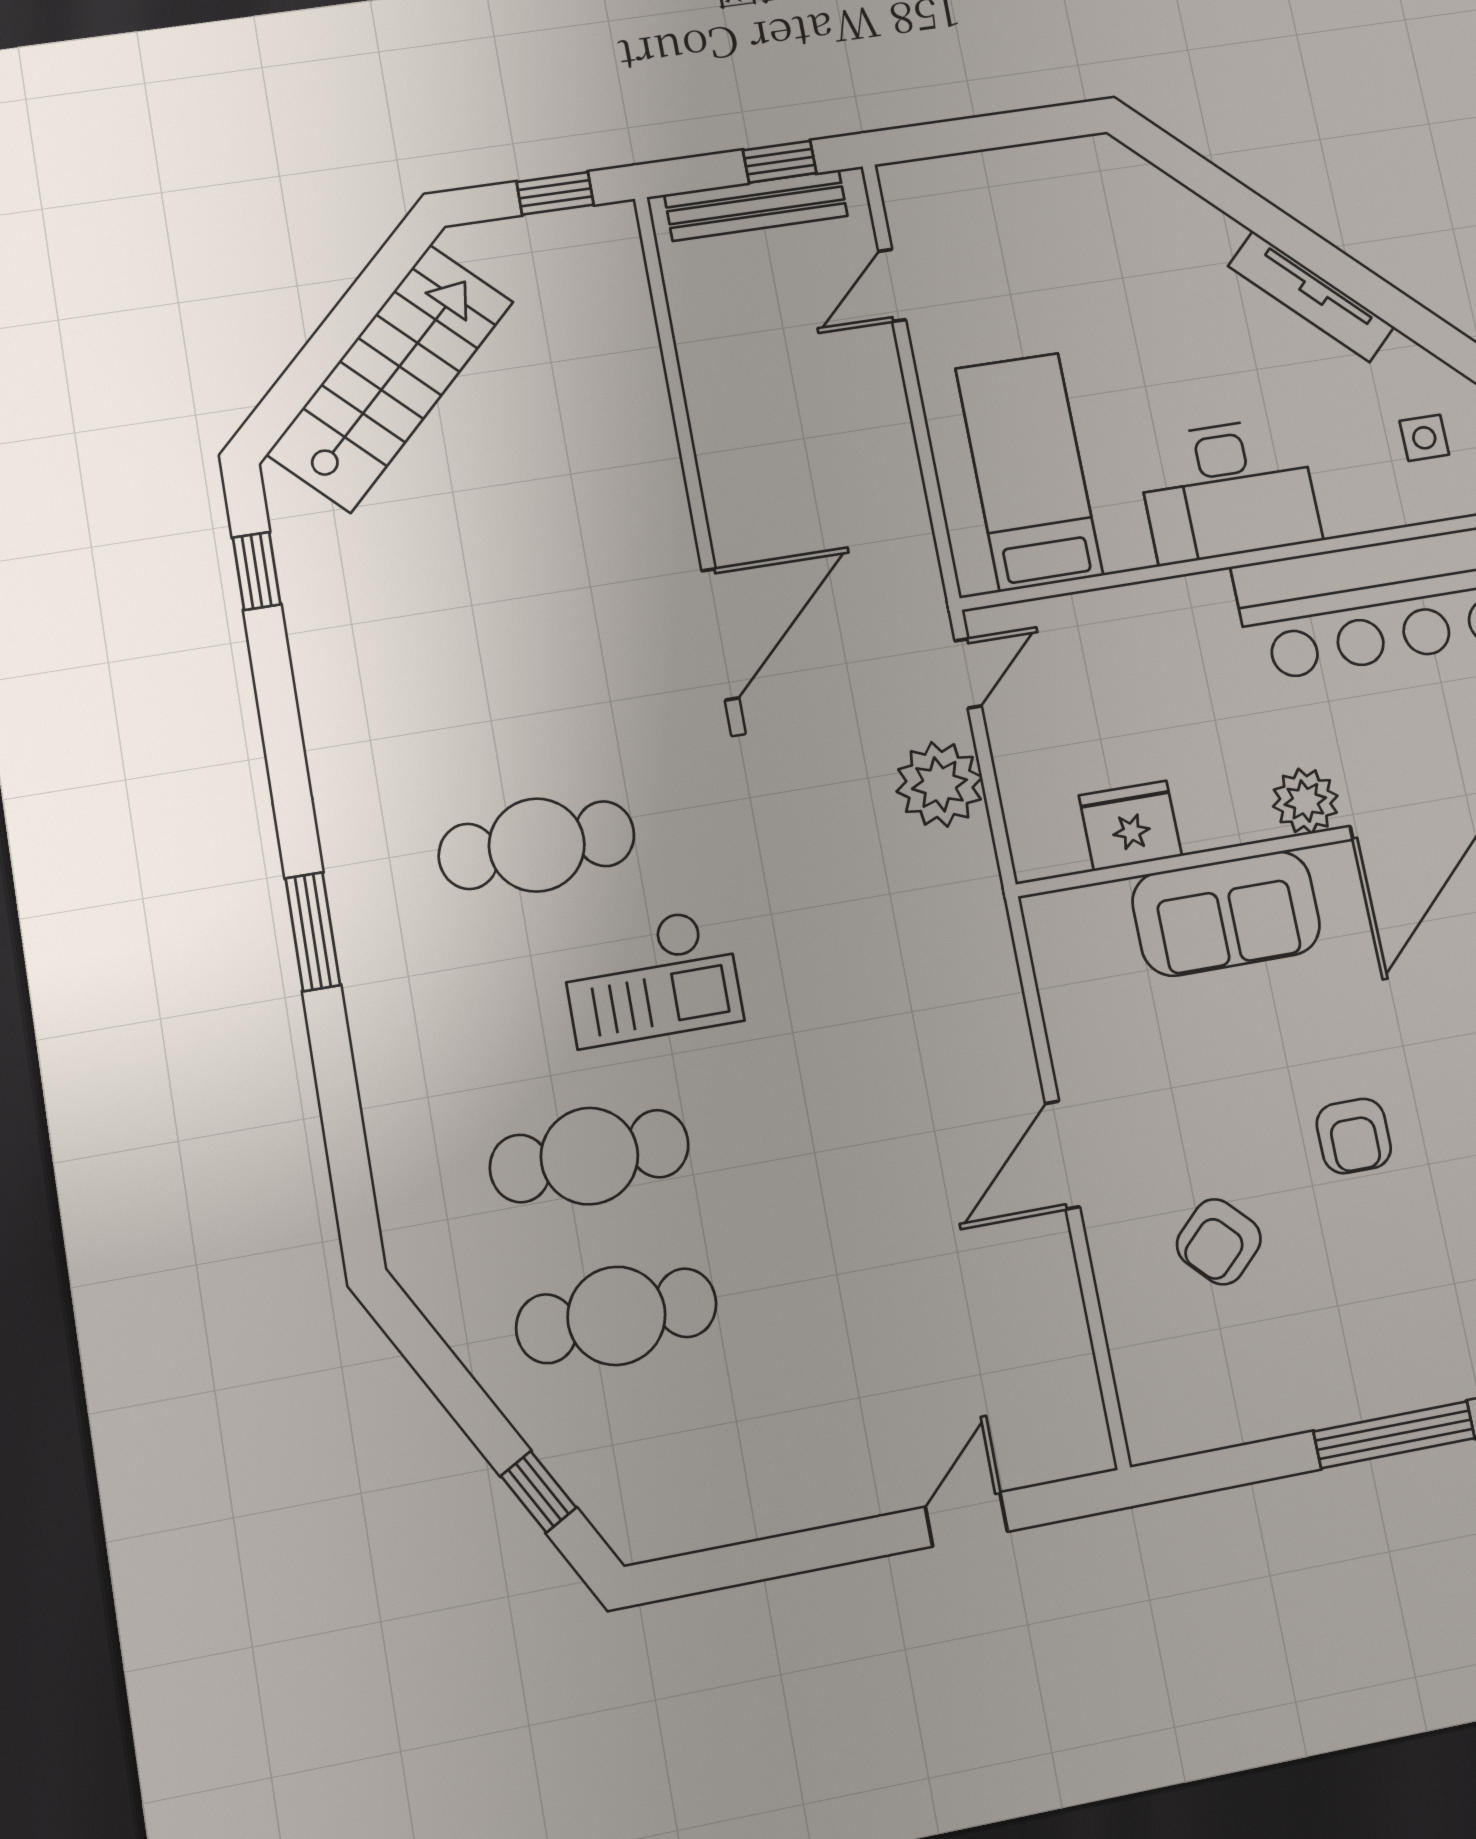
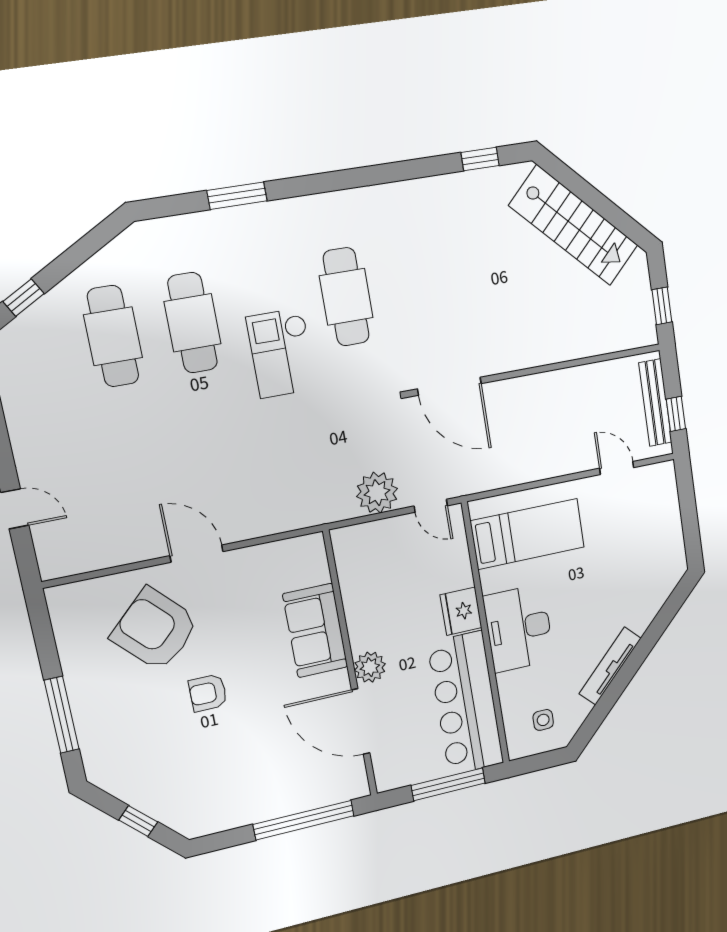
fridge: (1130, 826) -> (461, 611), moved, turned 180
window: (313, 932) -> (237, 196), moved
armchair: (1219, 1242) -> (155, 629), width x1.88, depth x1.88

